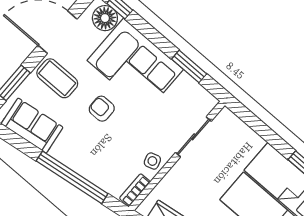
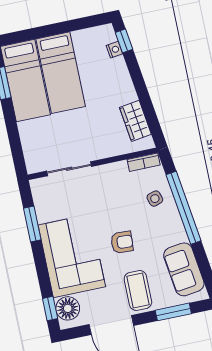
armchair: (102, 109) -> (122, 242), turned -87
side table: (152, 161) -> (155, 199), moved

